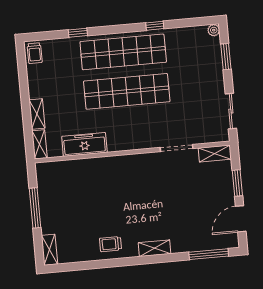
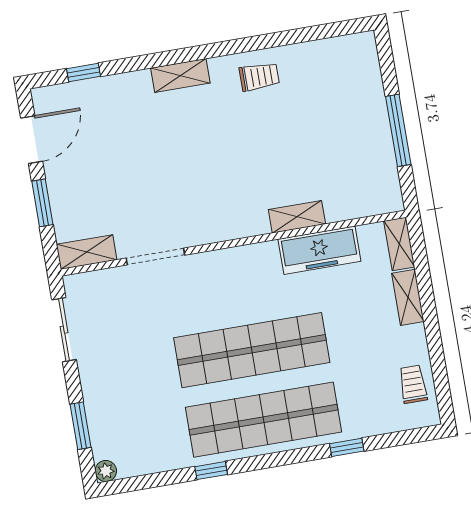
trolley: (35, 53) -> (413, 384), moved
shelving: (49, 250) -> (297, 217), moved, turned 90
window: (209, 254) -> (83, 73), width x0.46

